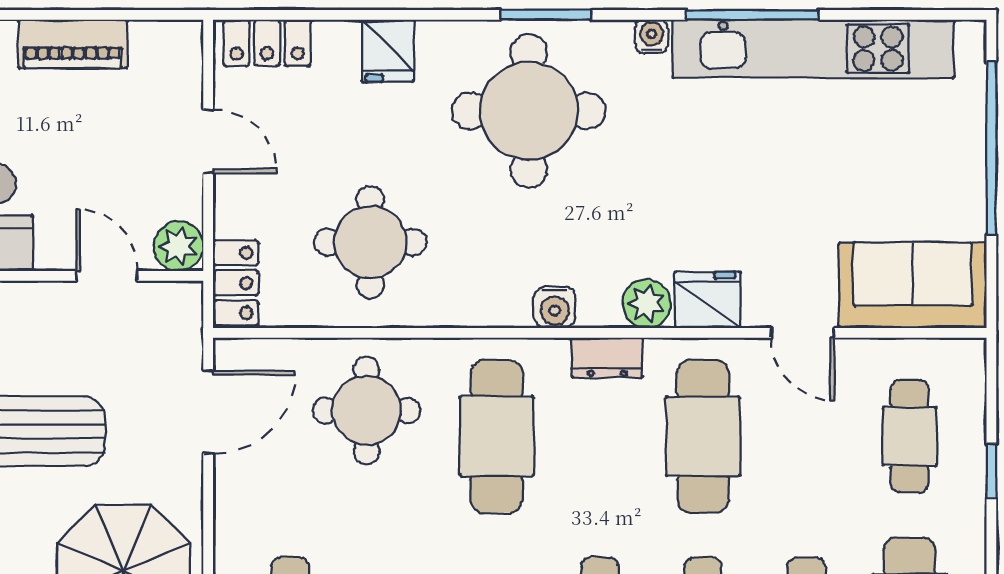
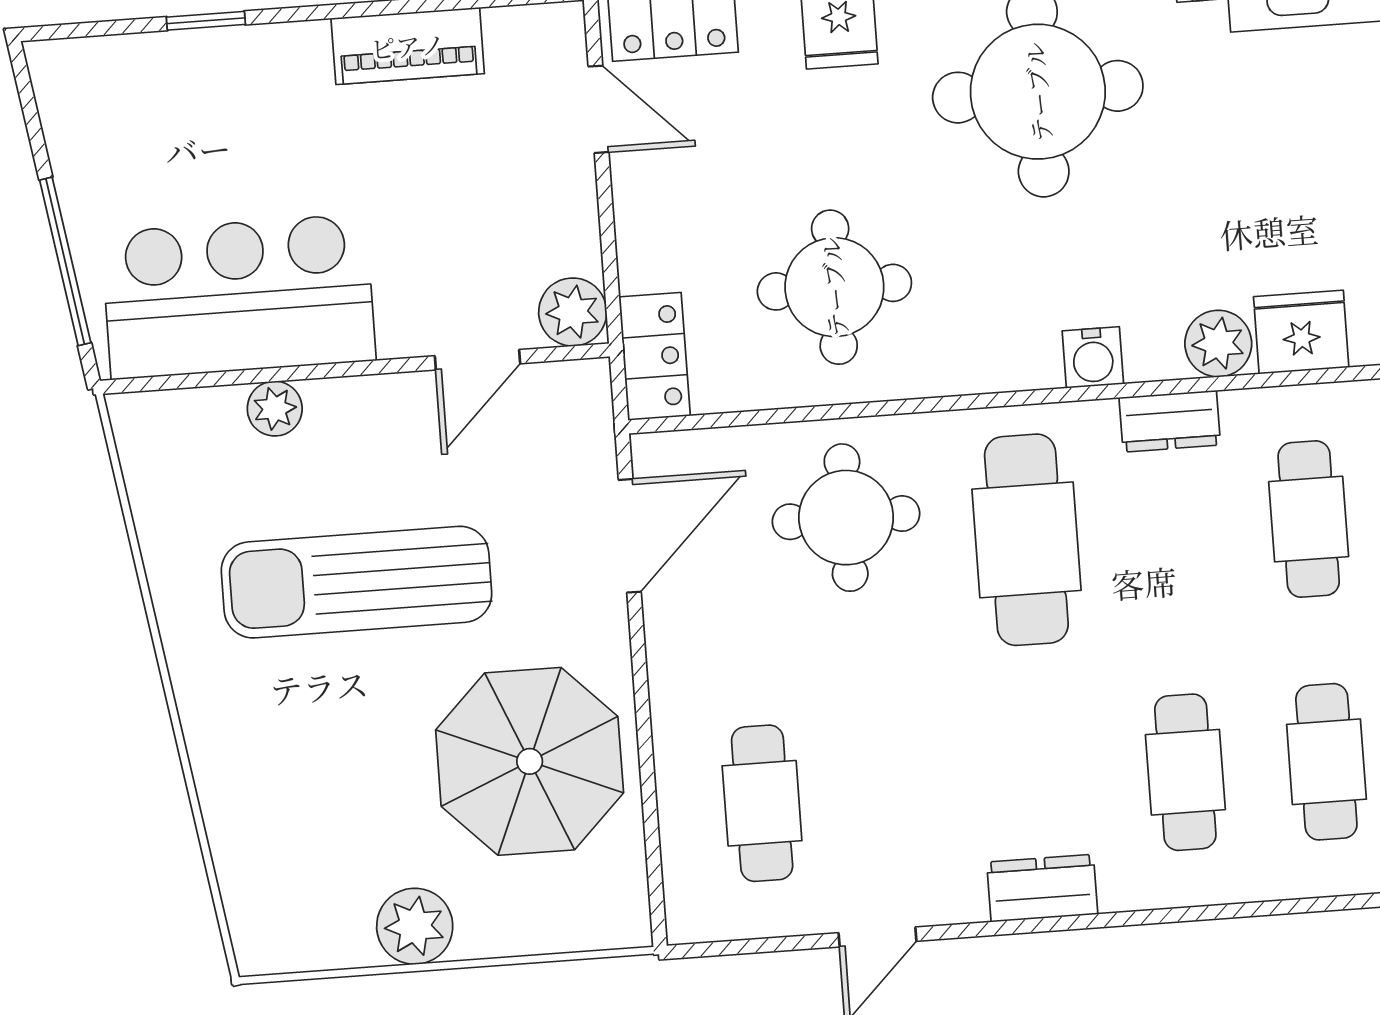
door: (208, 141) -> (599, 109), moved
door: (107, 276) -> (478, 360), swing flipped
cafe table: (703, 436) -> (1309, 519), width x0.73, depth x0.74

